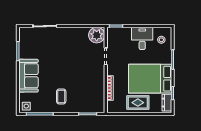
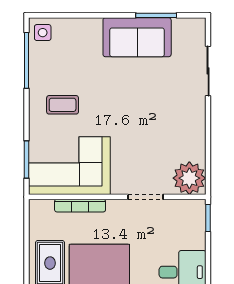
sofa: (28, 76) -> (137, 37), moved
corner sofa: (91, 93) -> (69, 166), added

